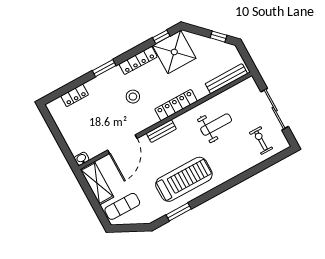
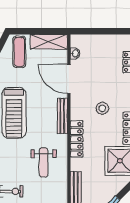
bench: (161, 131) -> (62, 116), width x1.36
washbasin: (82, 159) -> (75, 53), moved

